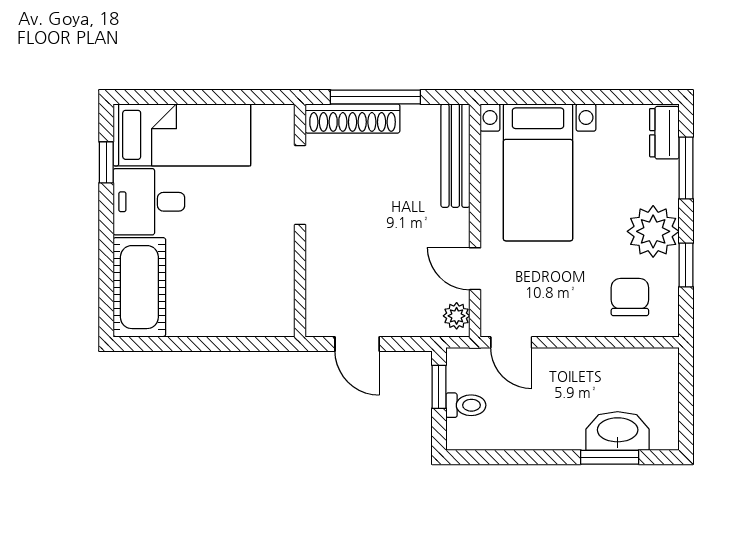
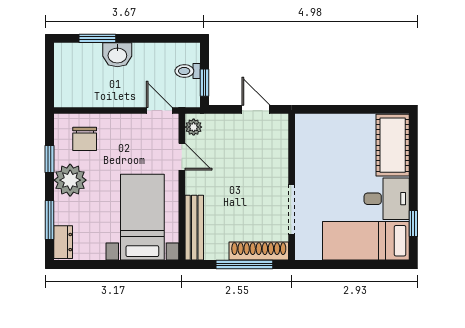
washbasin: (618, 431) -> (117, 55), moved, width x0.72

